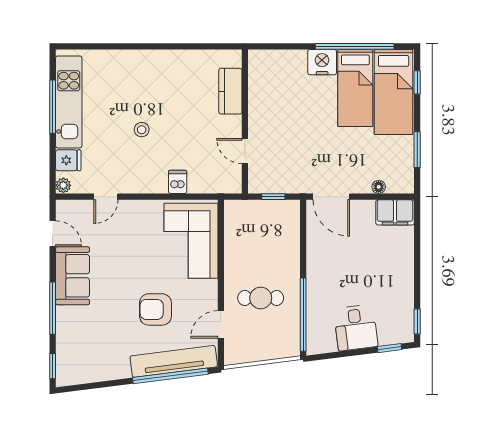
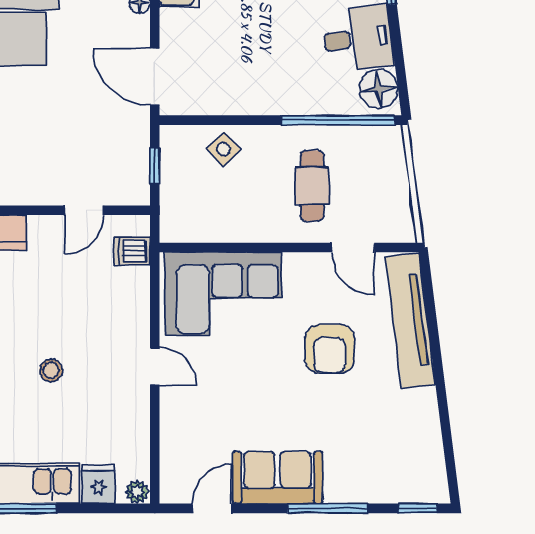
dishwasher: (178, 182) -> (132, 251), moved
door: (106, 197) -> (155, 367), moved
door: (331, 197) -> (155, 76), swing flipped
side table: (284, 241) -> (223, 149), added
floor lamp: (323, 341) -> (379, 89), added
window: (170, 376) -> (433, 326), removed

